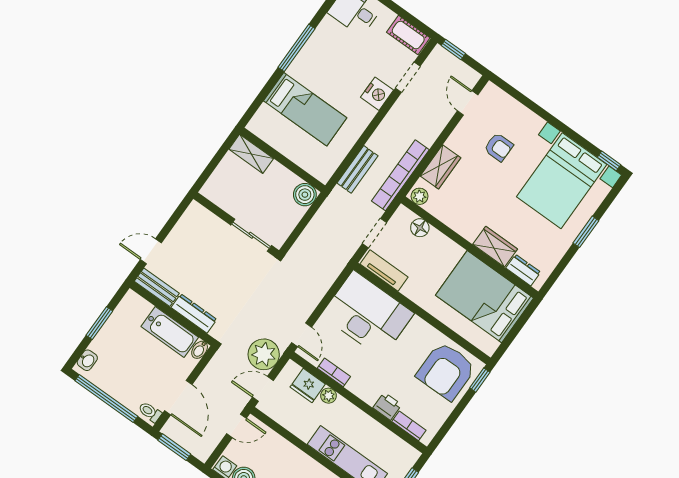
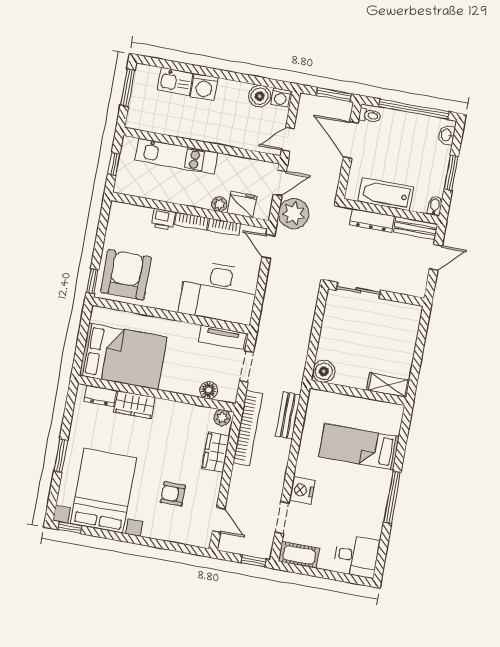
wall: (236, 225) -> (376, 293), moved
sliding door: (251, 235) -> (358, 290), moved
bidet: (200, 350) -> (435, 206), moved
bookcase: (409, 426) -> (192, 221), moved

